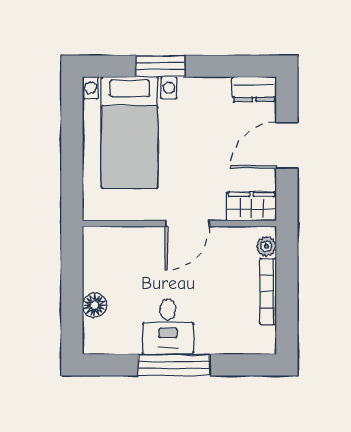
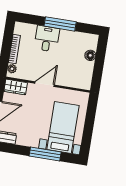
window: (160, 66) -> (45, 154), width x1.44
desk: (168, 327) -> (47, 39), moved

